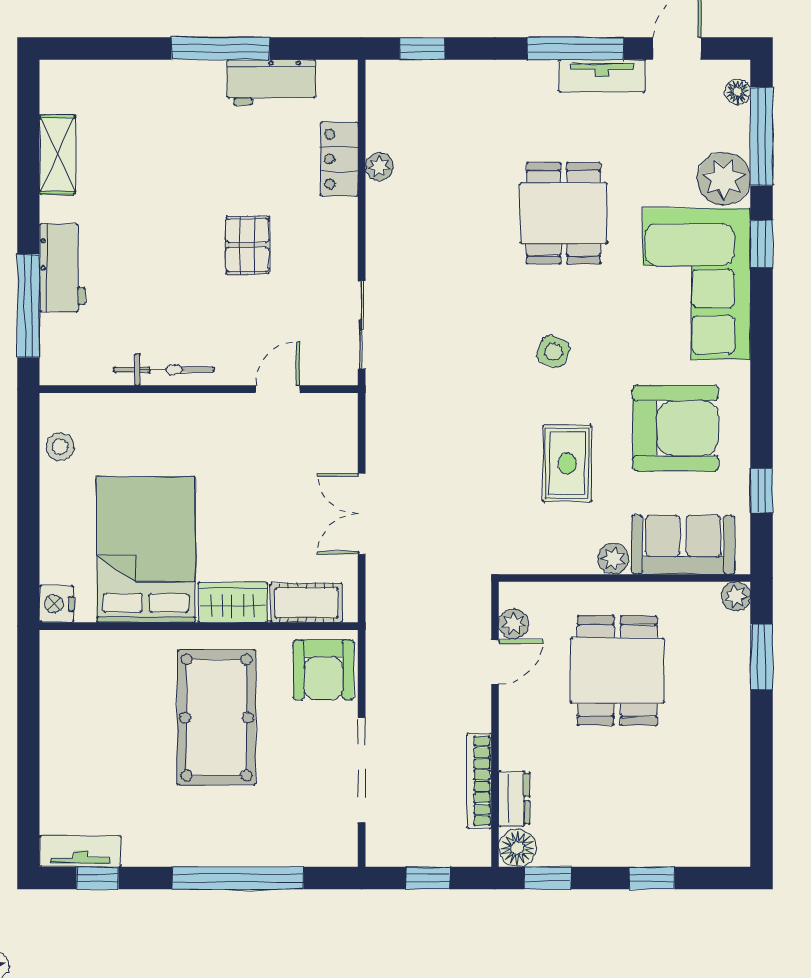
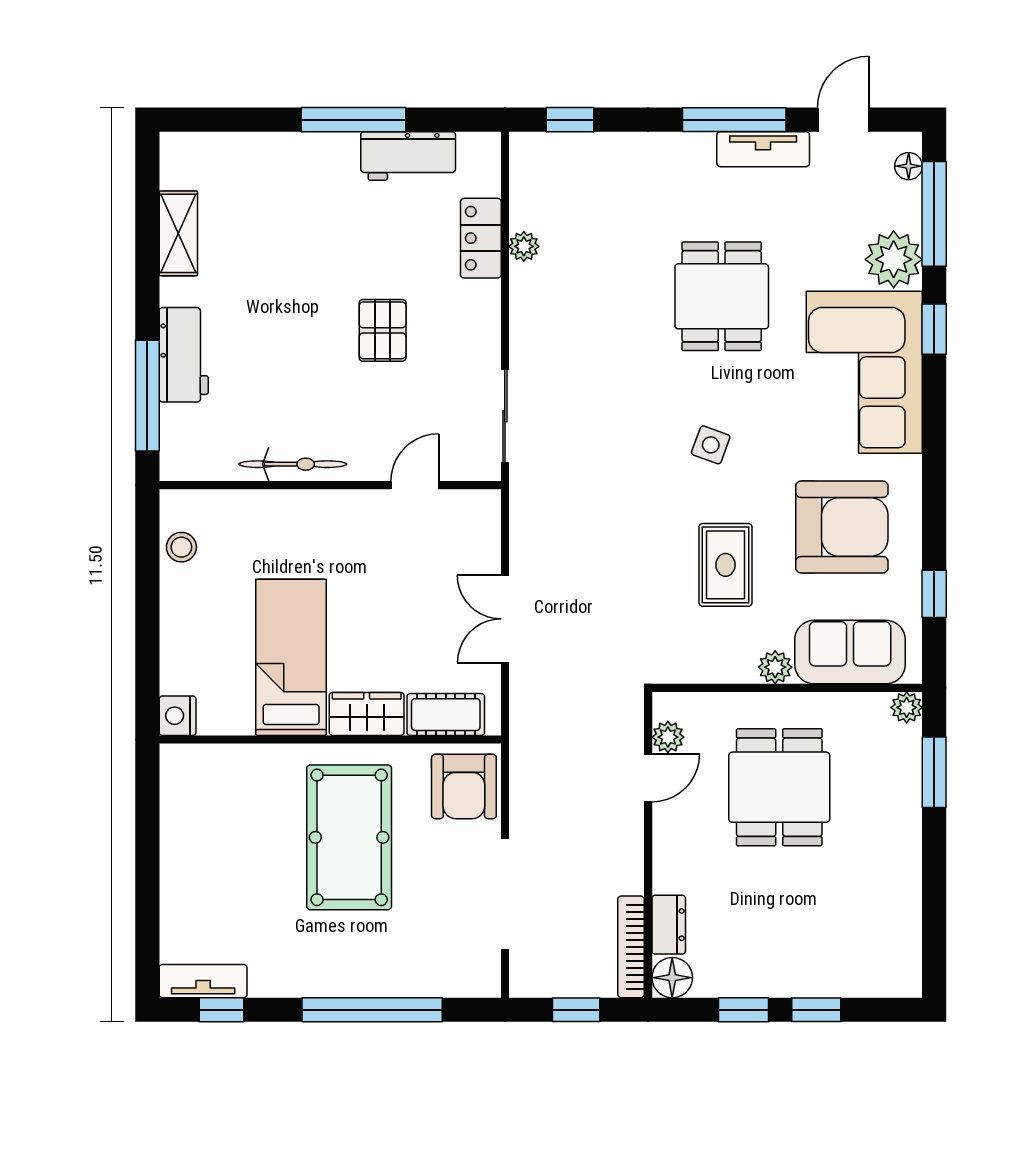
bed: (146, 550) -> (291, 657), width x0.67
bookcase: (479, 781) -> (631, 947), moved
window: (548, 878) -> (743, 1010), moved

